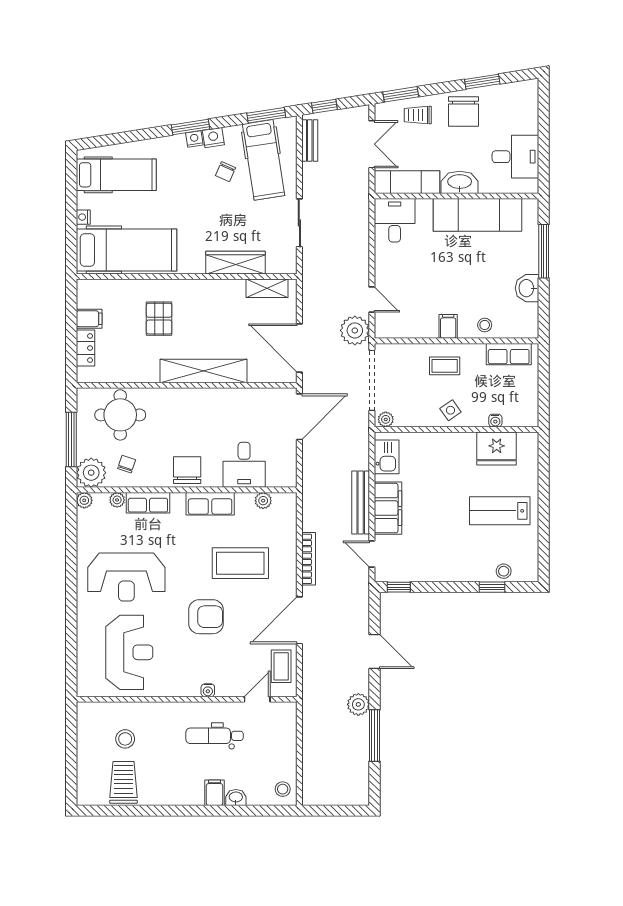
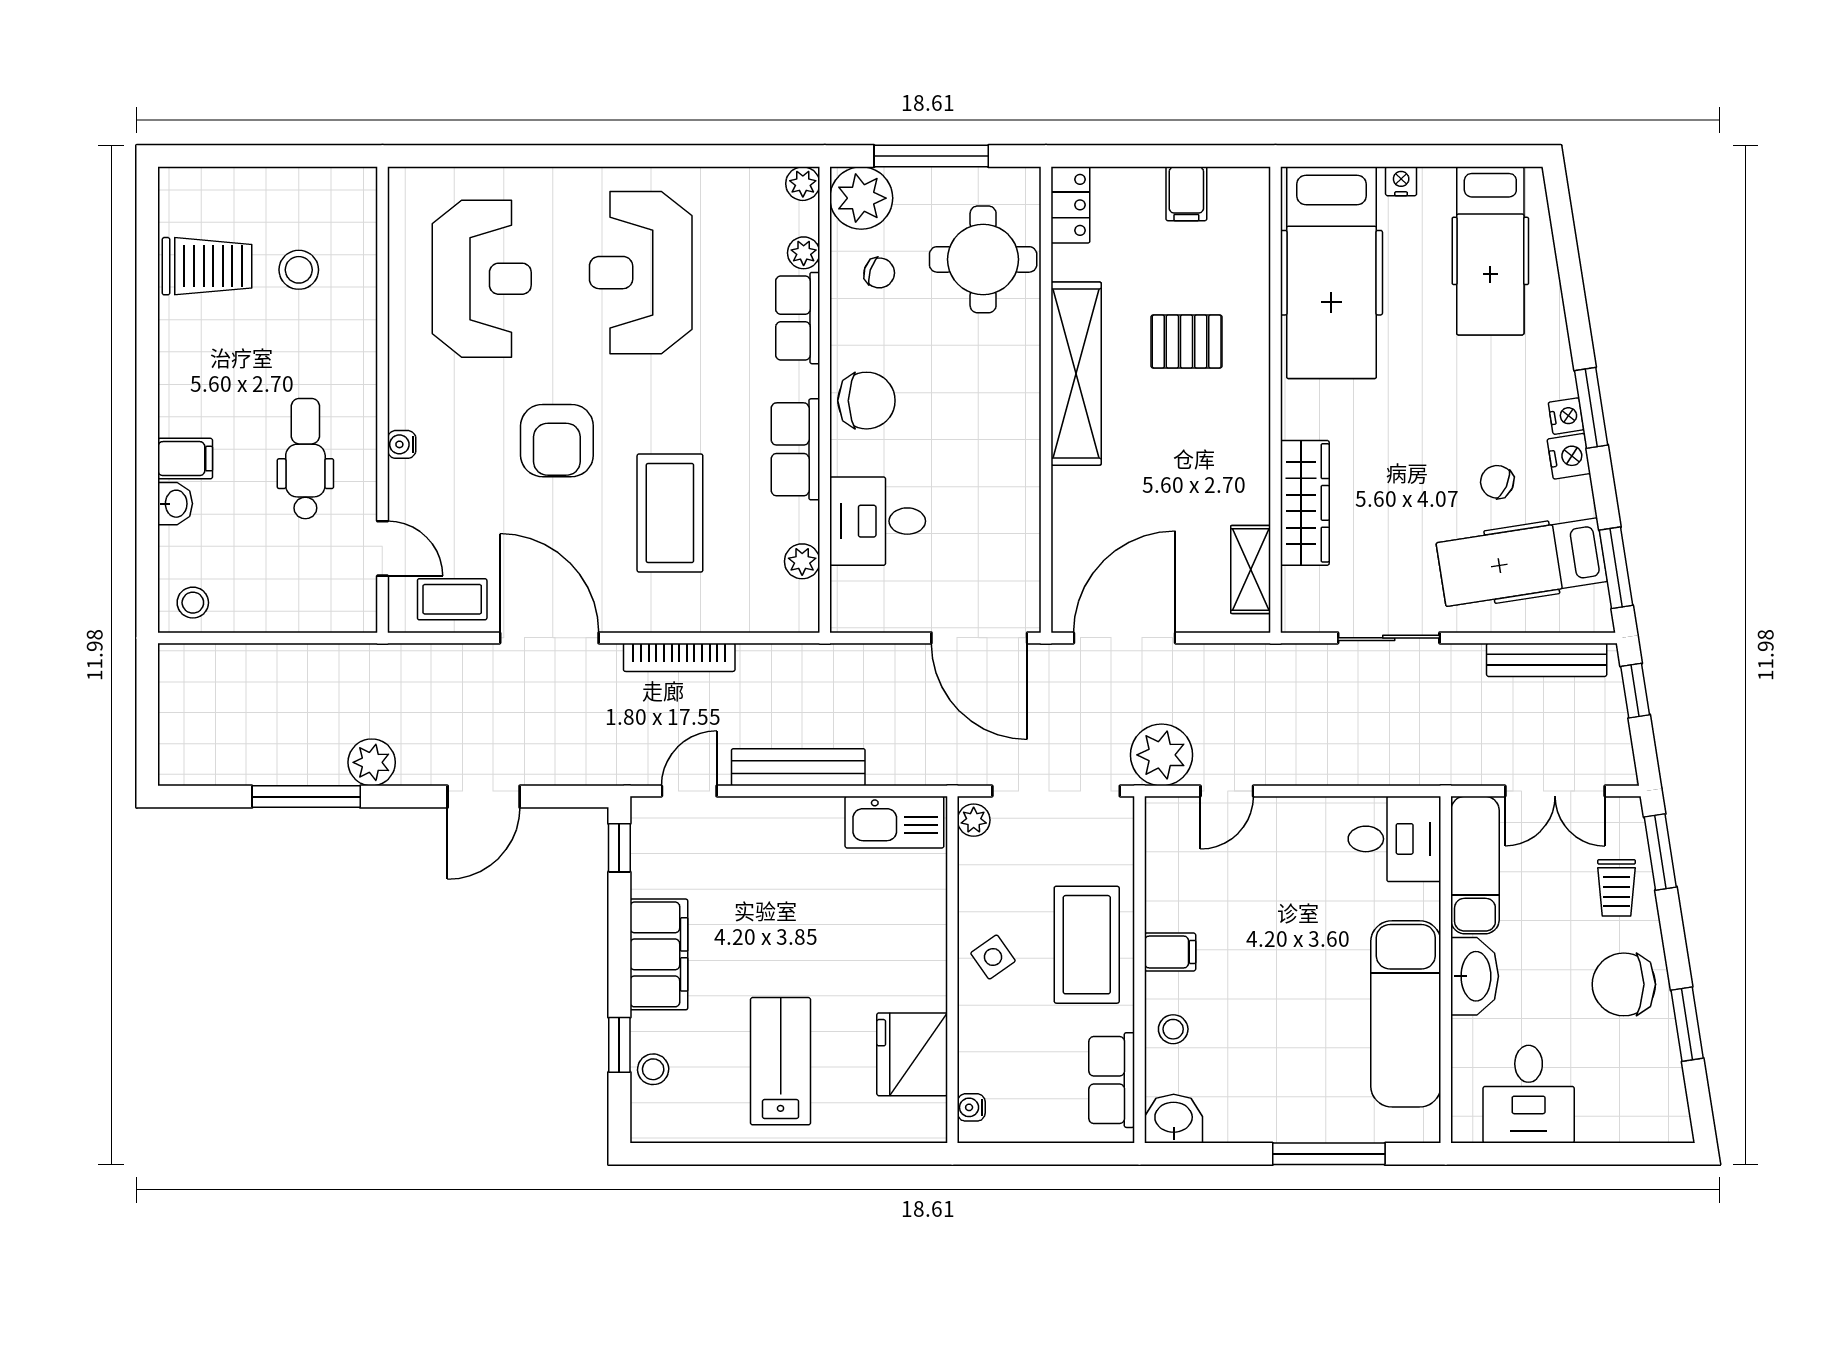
trolley: (418, 115) -> (1617, 888), turned 180
bench: (310, 141) -> (1547, 660), width x1.36
washbasin: (527, 288) -> (1174, 1119), moved
locker: (85, 348) -> (1070, 205), moved, turned -90
coffee table: (445, 366) -> (1087, 945), width x1.86, depth x1.72
shelving: (203, 371) -> (1076, 374), moved
water cooler: (495, 421) -> (971, 1107), moved
kitchen sink: (387, 457) -> (894, 822), width x1.38
filing cabinet: (388, 508) -> (659, 954), moved, turned -90
reception desk: (129, 652) -> (482, 279), turned -90

